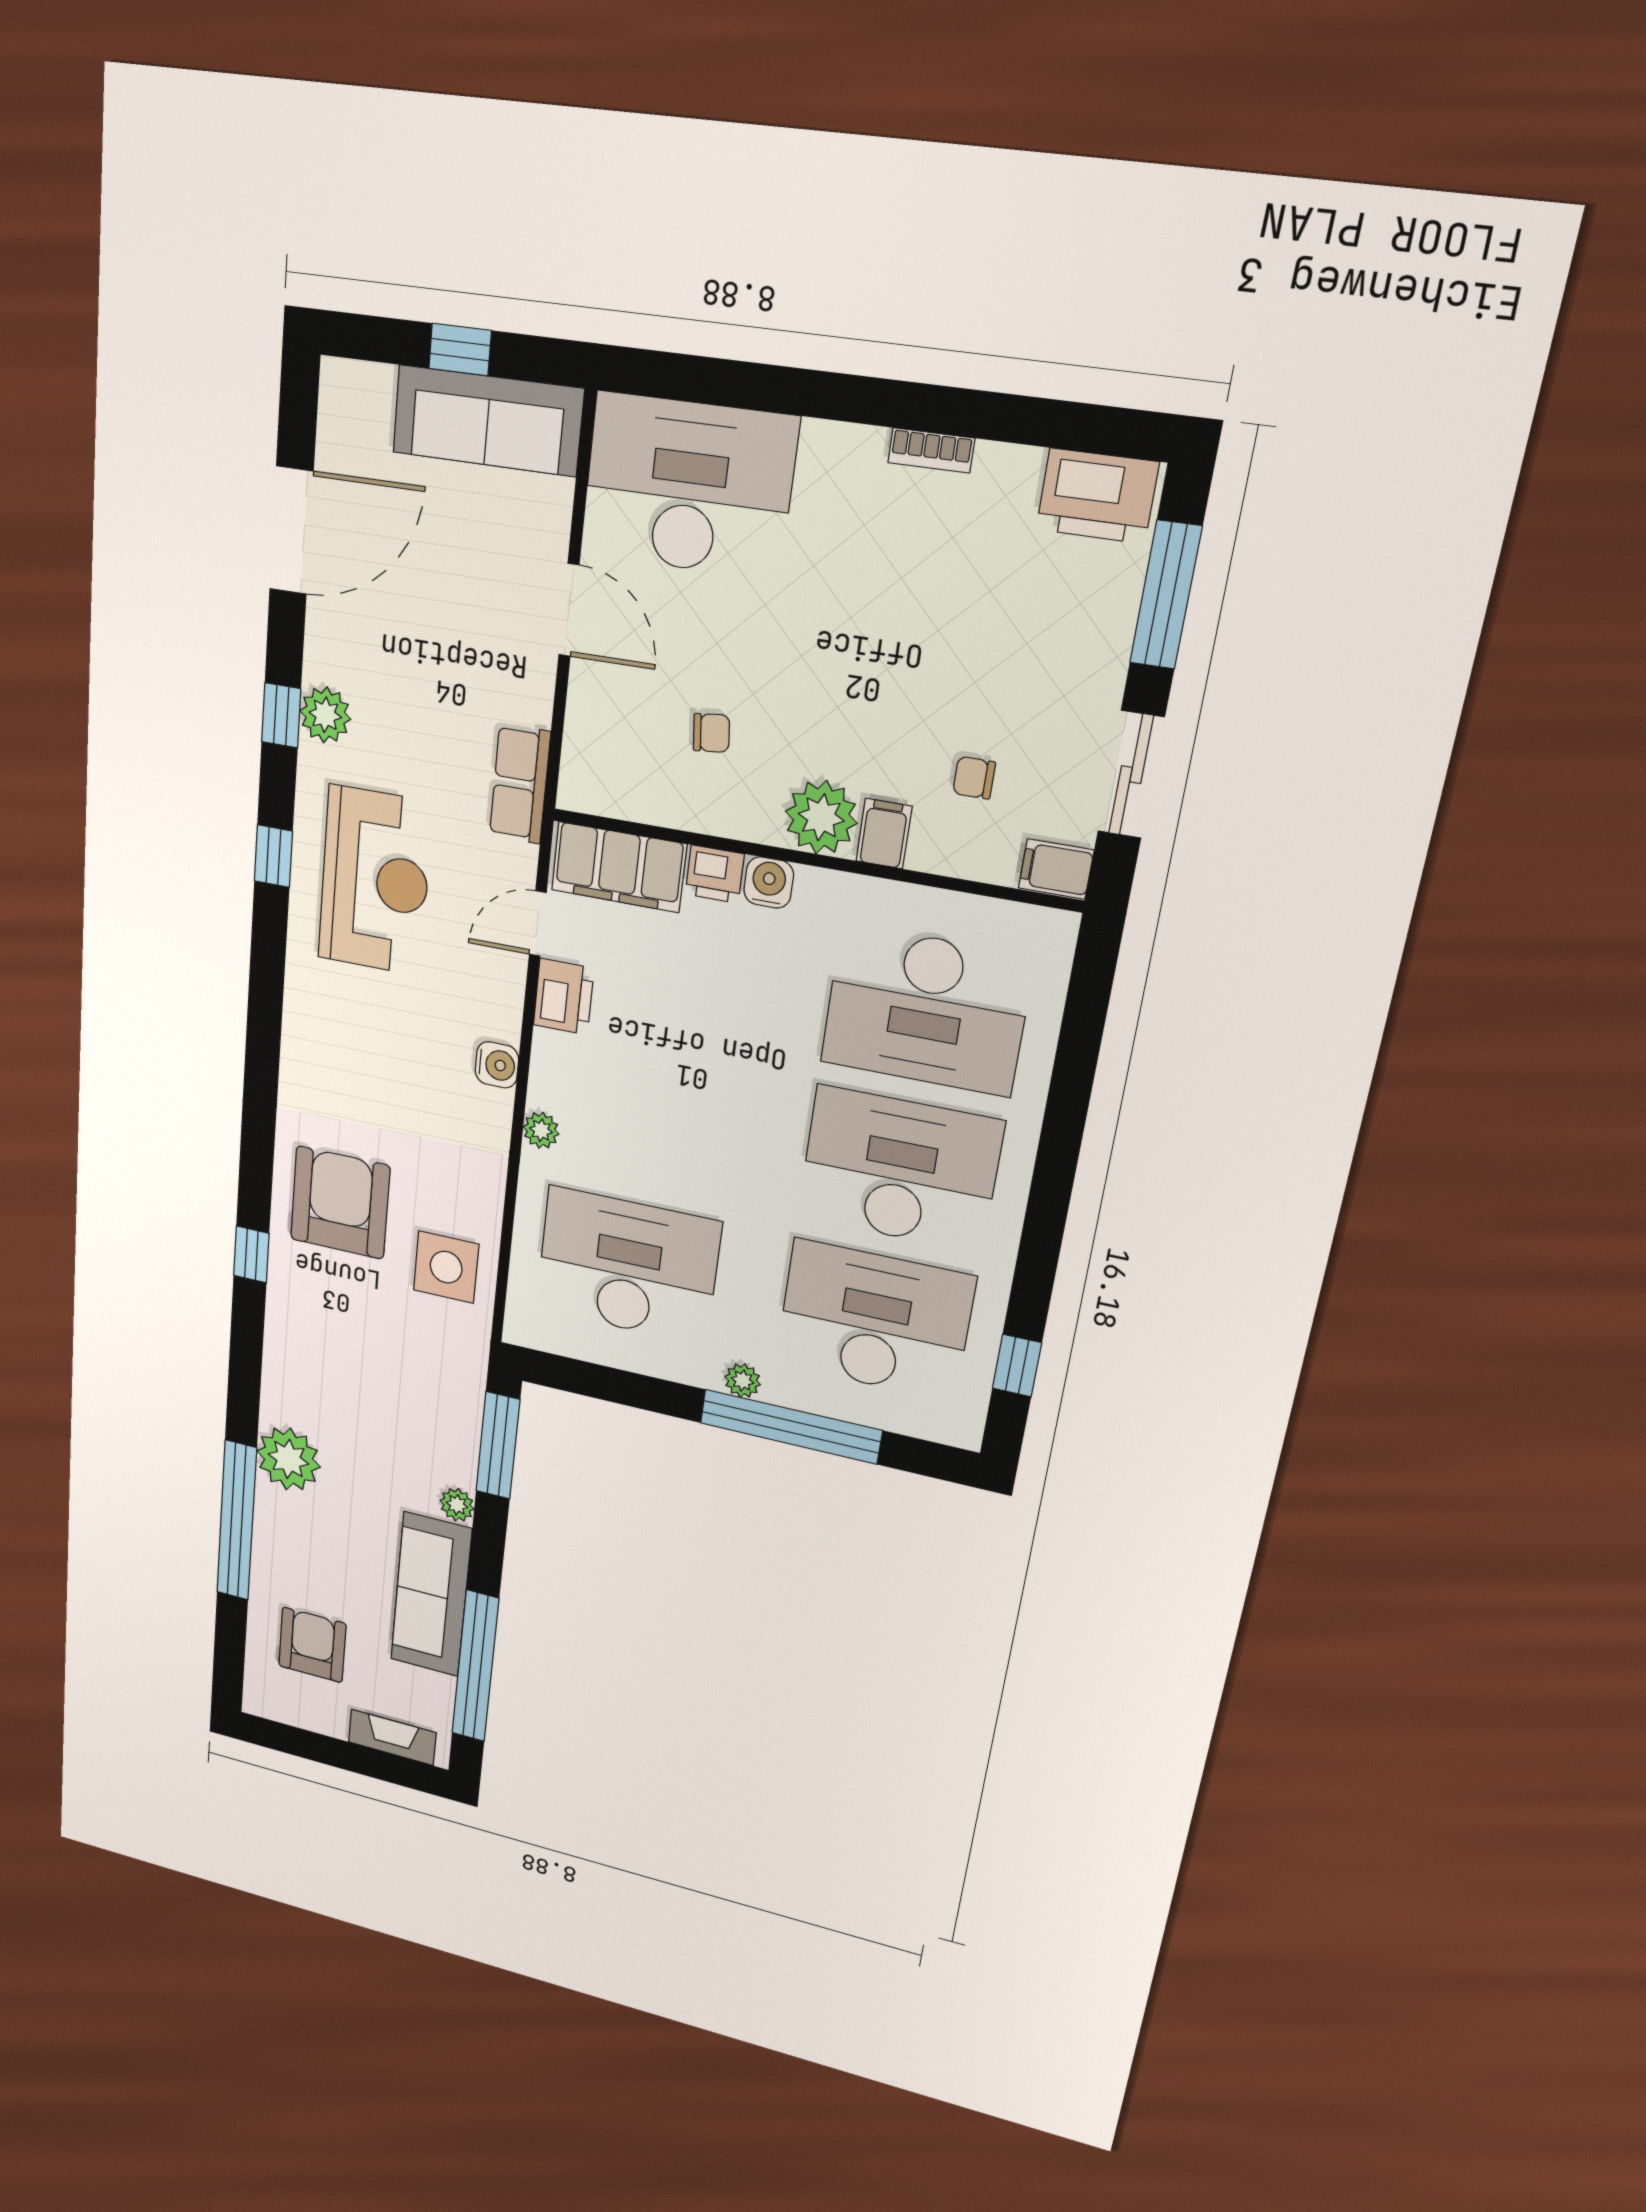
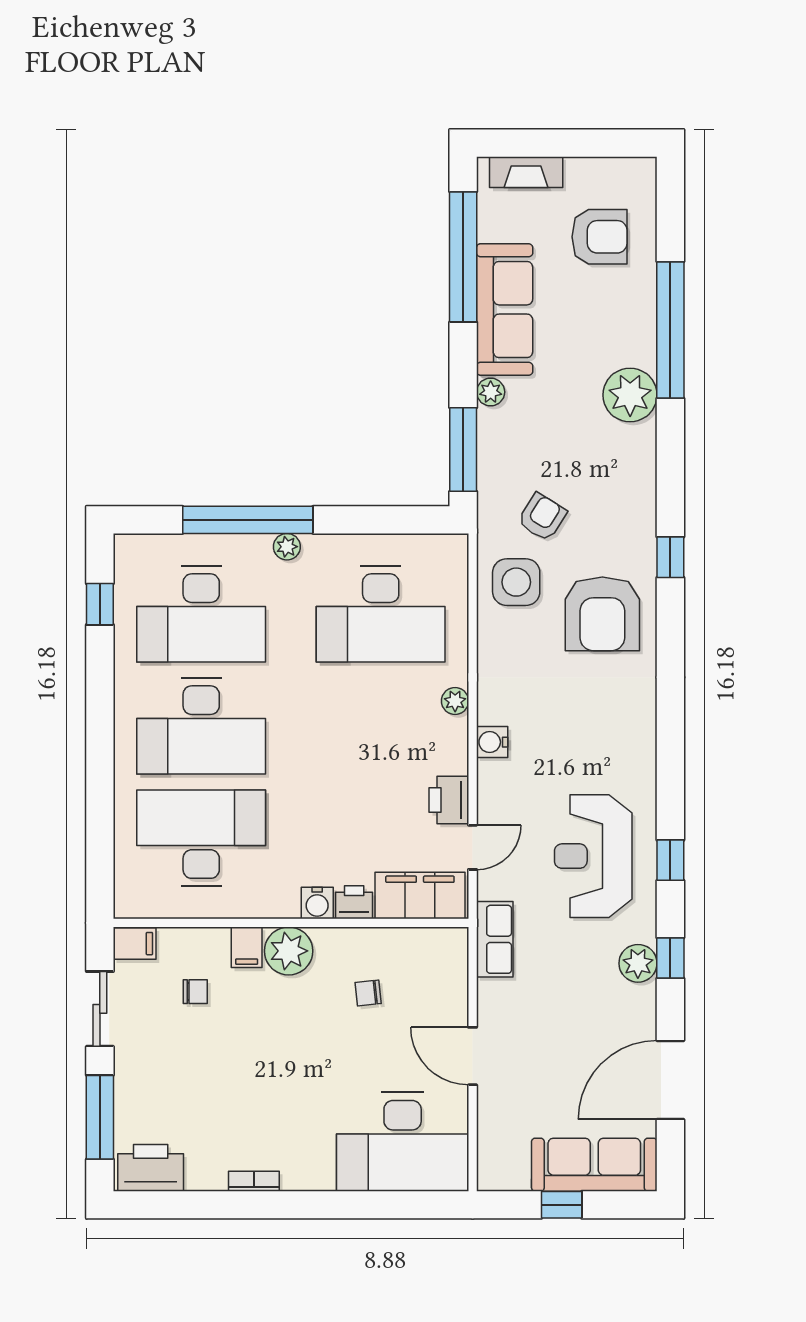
sofa: (488, 421) -> (594, 1165), moved
armchair: (406, 1340) -> (542, 517), added
armchair: (312, 1645) -> (600, 237), turned -90

